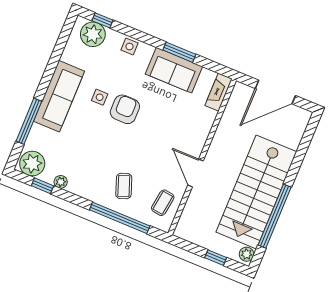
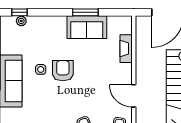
plant: (93, 34) -> (21, 21), width x0.53, depth x0.53
side table: (129, 46) -> (47, 23), removed
fireplace: (219, 92) -> (126, 49), moved

